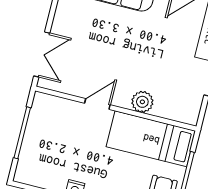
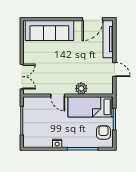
door: (97, 104) -> (58, 95), swing flipped

